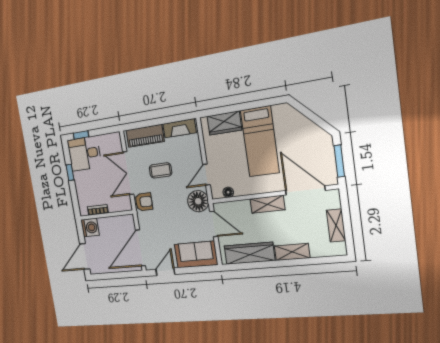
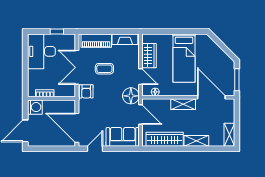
wardrobe: (224, 123) -> (149, 56), moved, turned -90
window: (81, 135) -> (57, 31), moved
desk: (84, 154) -> (41, 51), width x1.37
window: (70, 172) -> (25, 60), removed
door: (206, 175) -> (141, 77), swing flipped
armchair: (144, 202) -> (86, 91), turned 90
shelving: (336, 225) -> (229, 135), moved
door: (140, 248) -> (77, 128), hinge flipped

